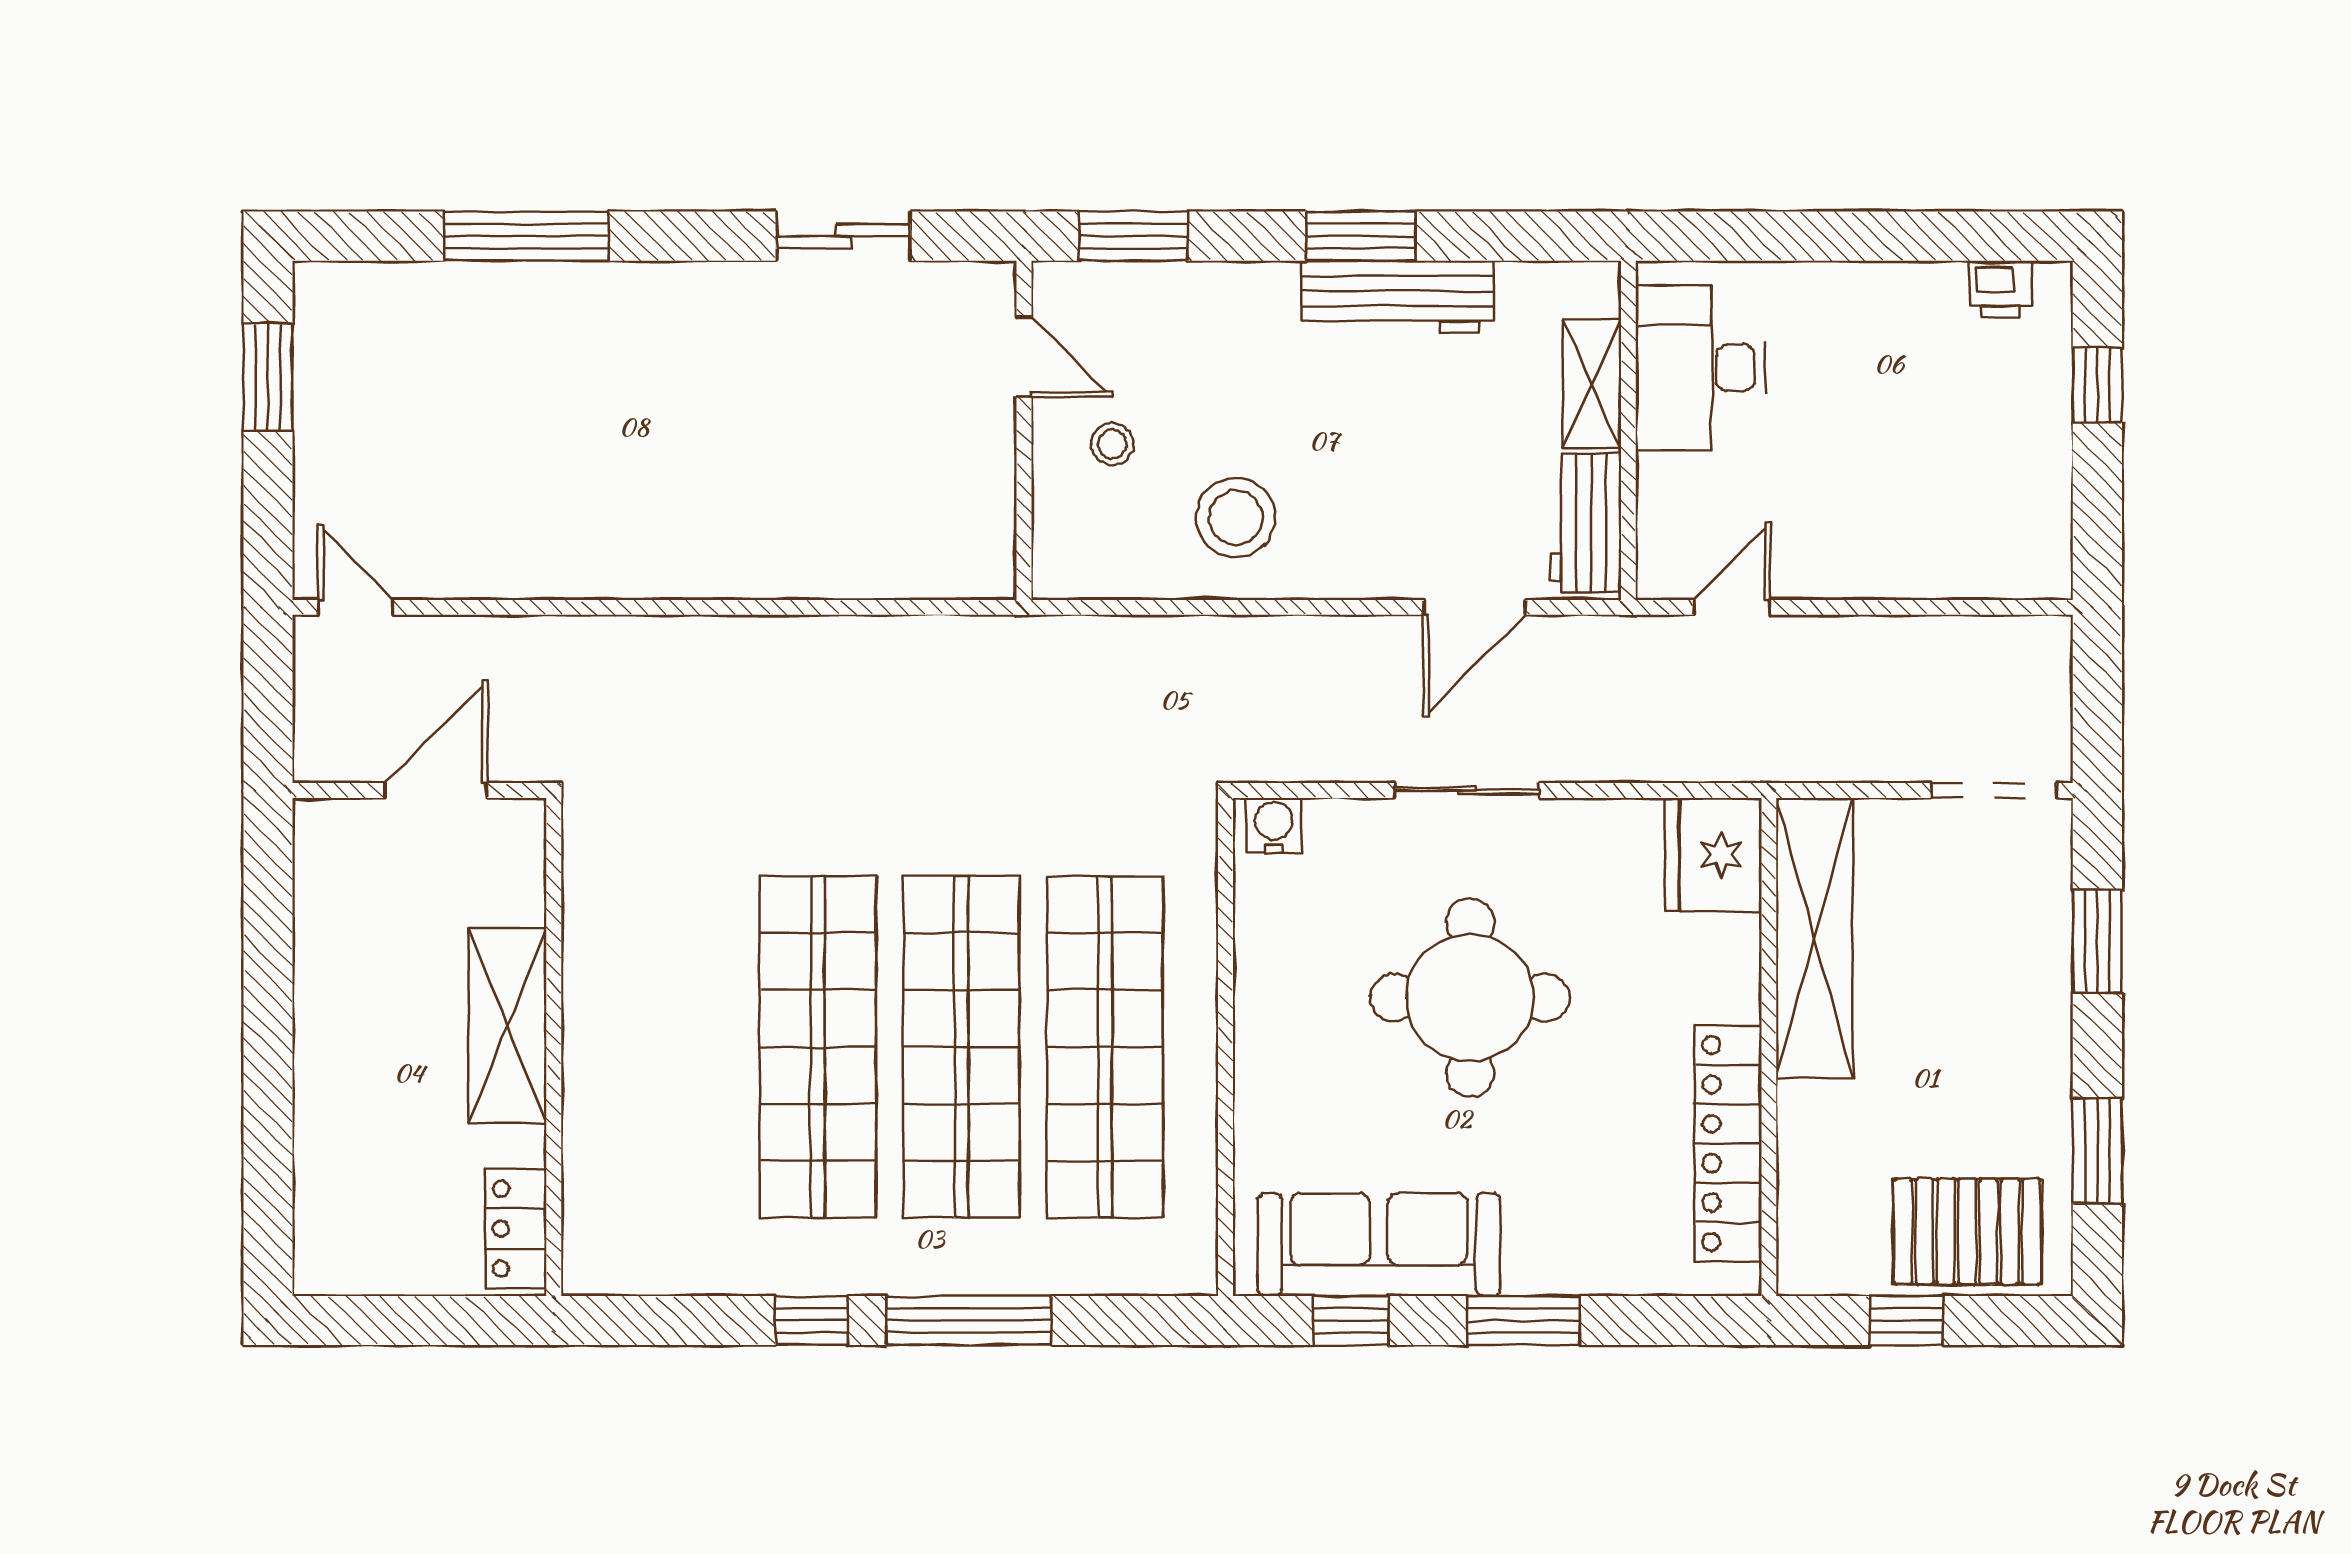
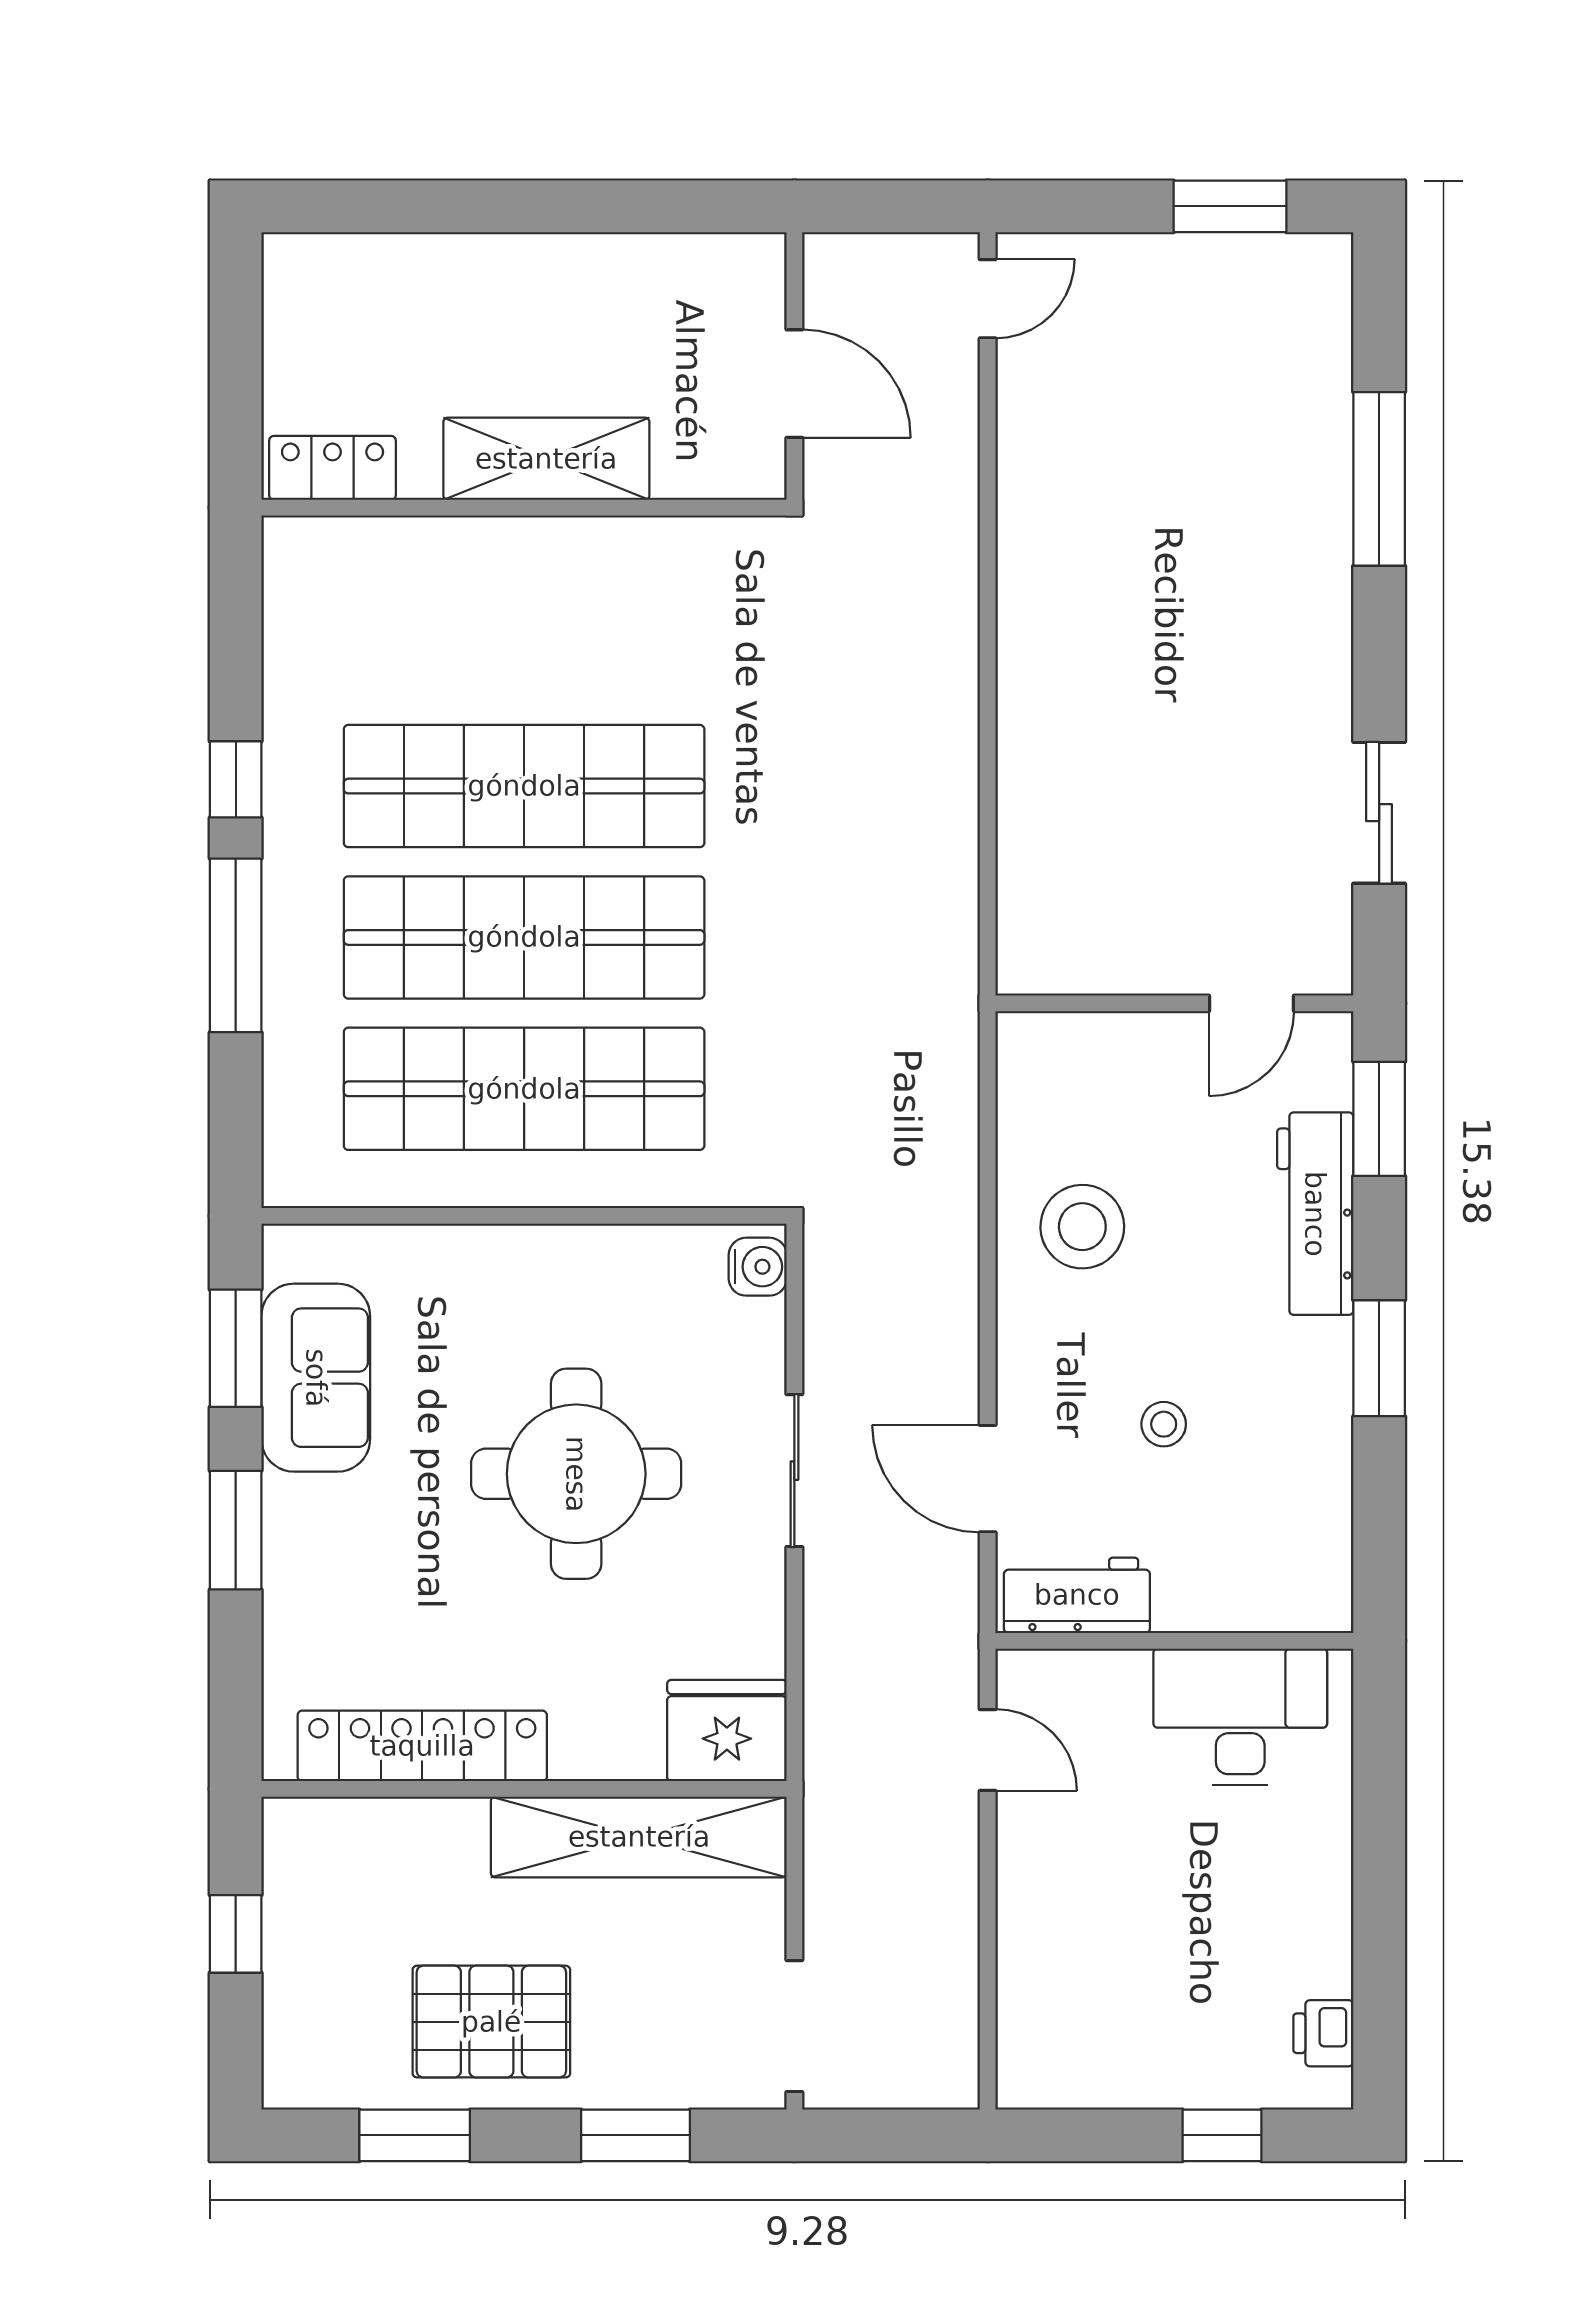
workbench: (1398, 297) -> (1315, 1214), moved
shelving: (1592, 384) -> (1223, 1602), removed
stool: (1112, 444) -> (1164, 1424), moved
pallet: (1967, 1231) -> (491, 2022), moved, turned 90
sofa: (1379, 1245) -> (316, 1378), width x0.73
window: (1351, 1321) -> (236, 1348), width x1.50

